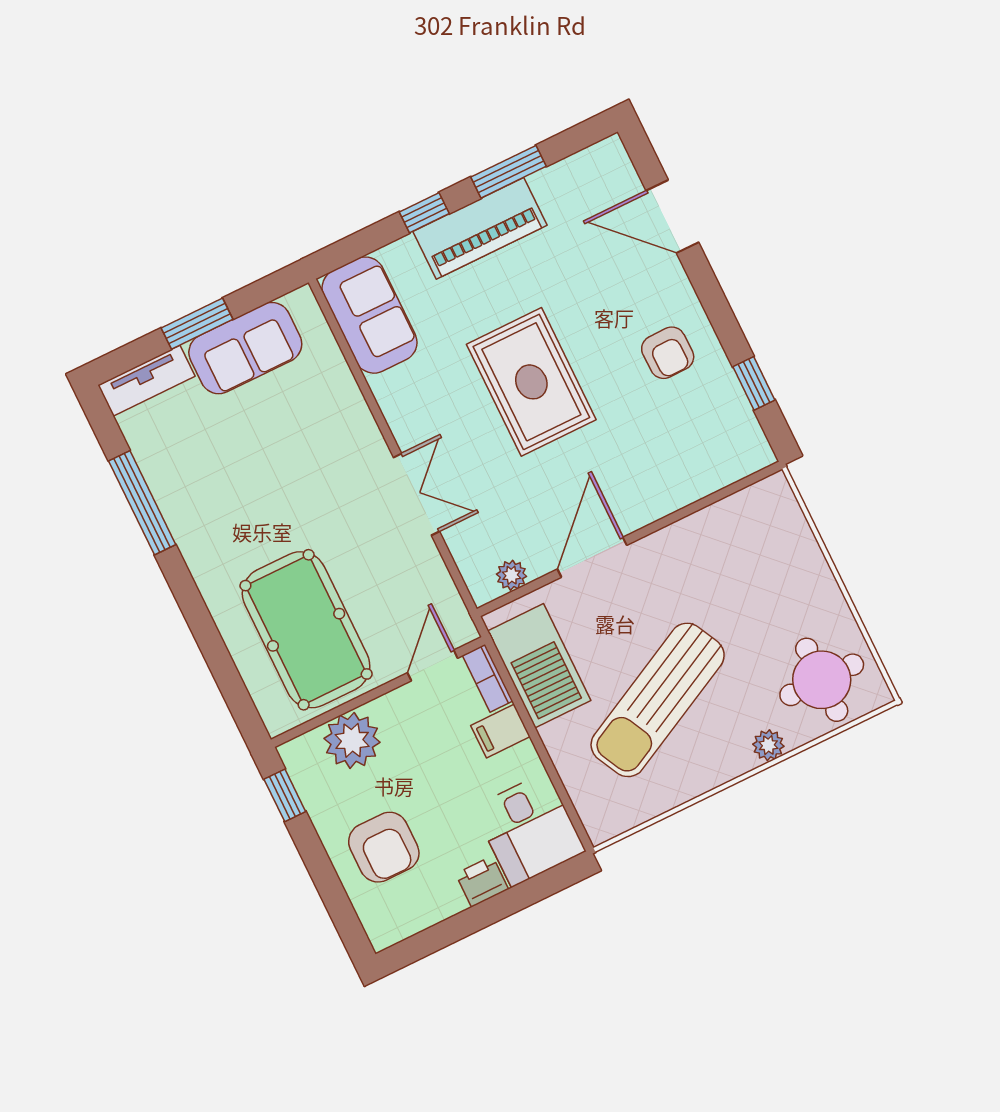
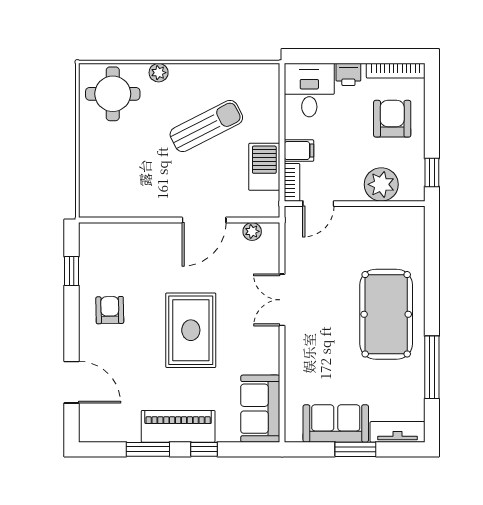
pool table: (306, 630) -> (386, 314), moved
barbecue: (539, 666) -> (264, 167), width x0.73, depth x0.83
sun lounger: (658, 700) -> (206, 126), width x0.73, depth x0.75
bookcase: (414, 922) -> (396, 71), added

